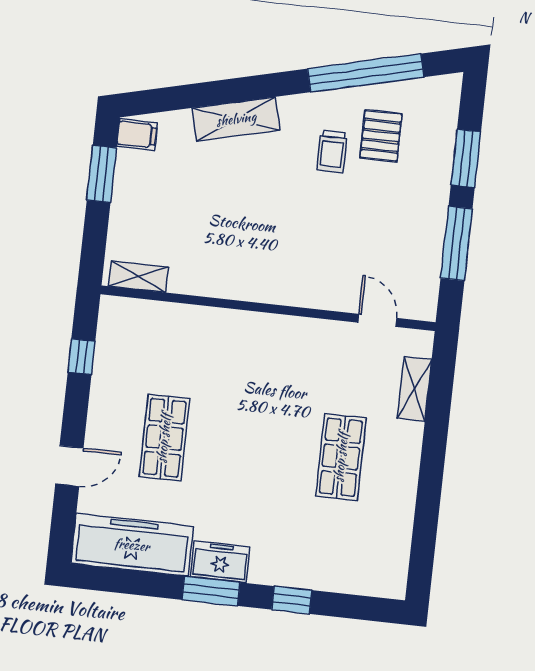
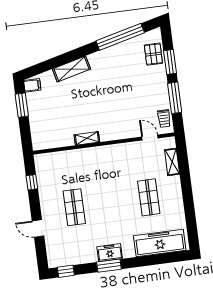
pallet: (381, 136) -> (153, 54), moved
trolley: (332, 152) -> (164, 118), moved
shelving: (138, 276) -> (87, 138), moved
door: (69, 466) -> (38, 228), swing flipped
freezer: (132, 545) -> (160, 243), moved
window: (292, 600) -> (66, 271), moved

